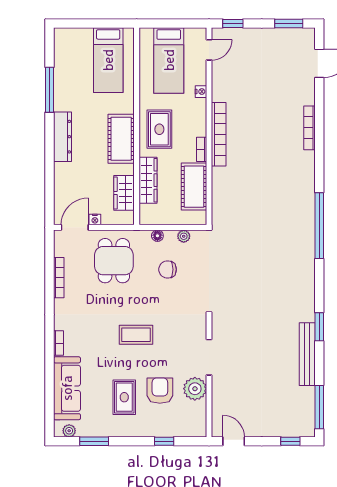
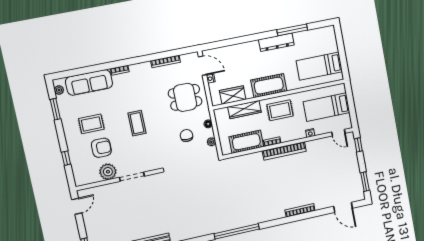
dresser: (62, 137) -> (276, 42), moved

